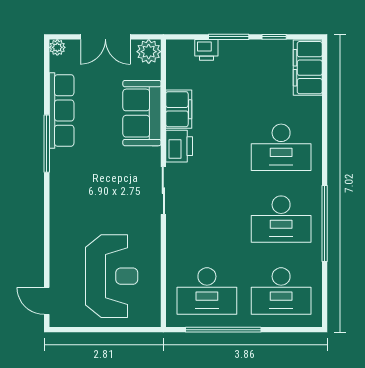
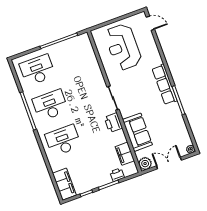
filing cabinet: (179, 109) -> (125, 154), moved
row of seats: (62, 110) -> (165, 84), moved
desk: (207, 291) -> (74, 57), removed

